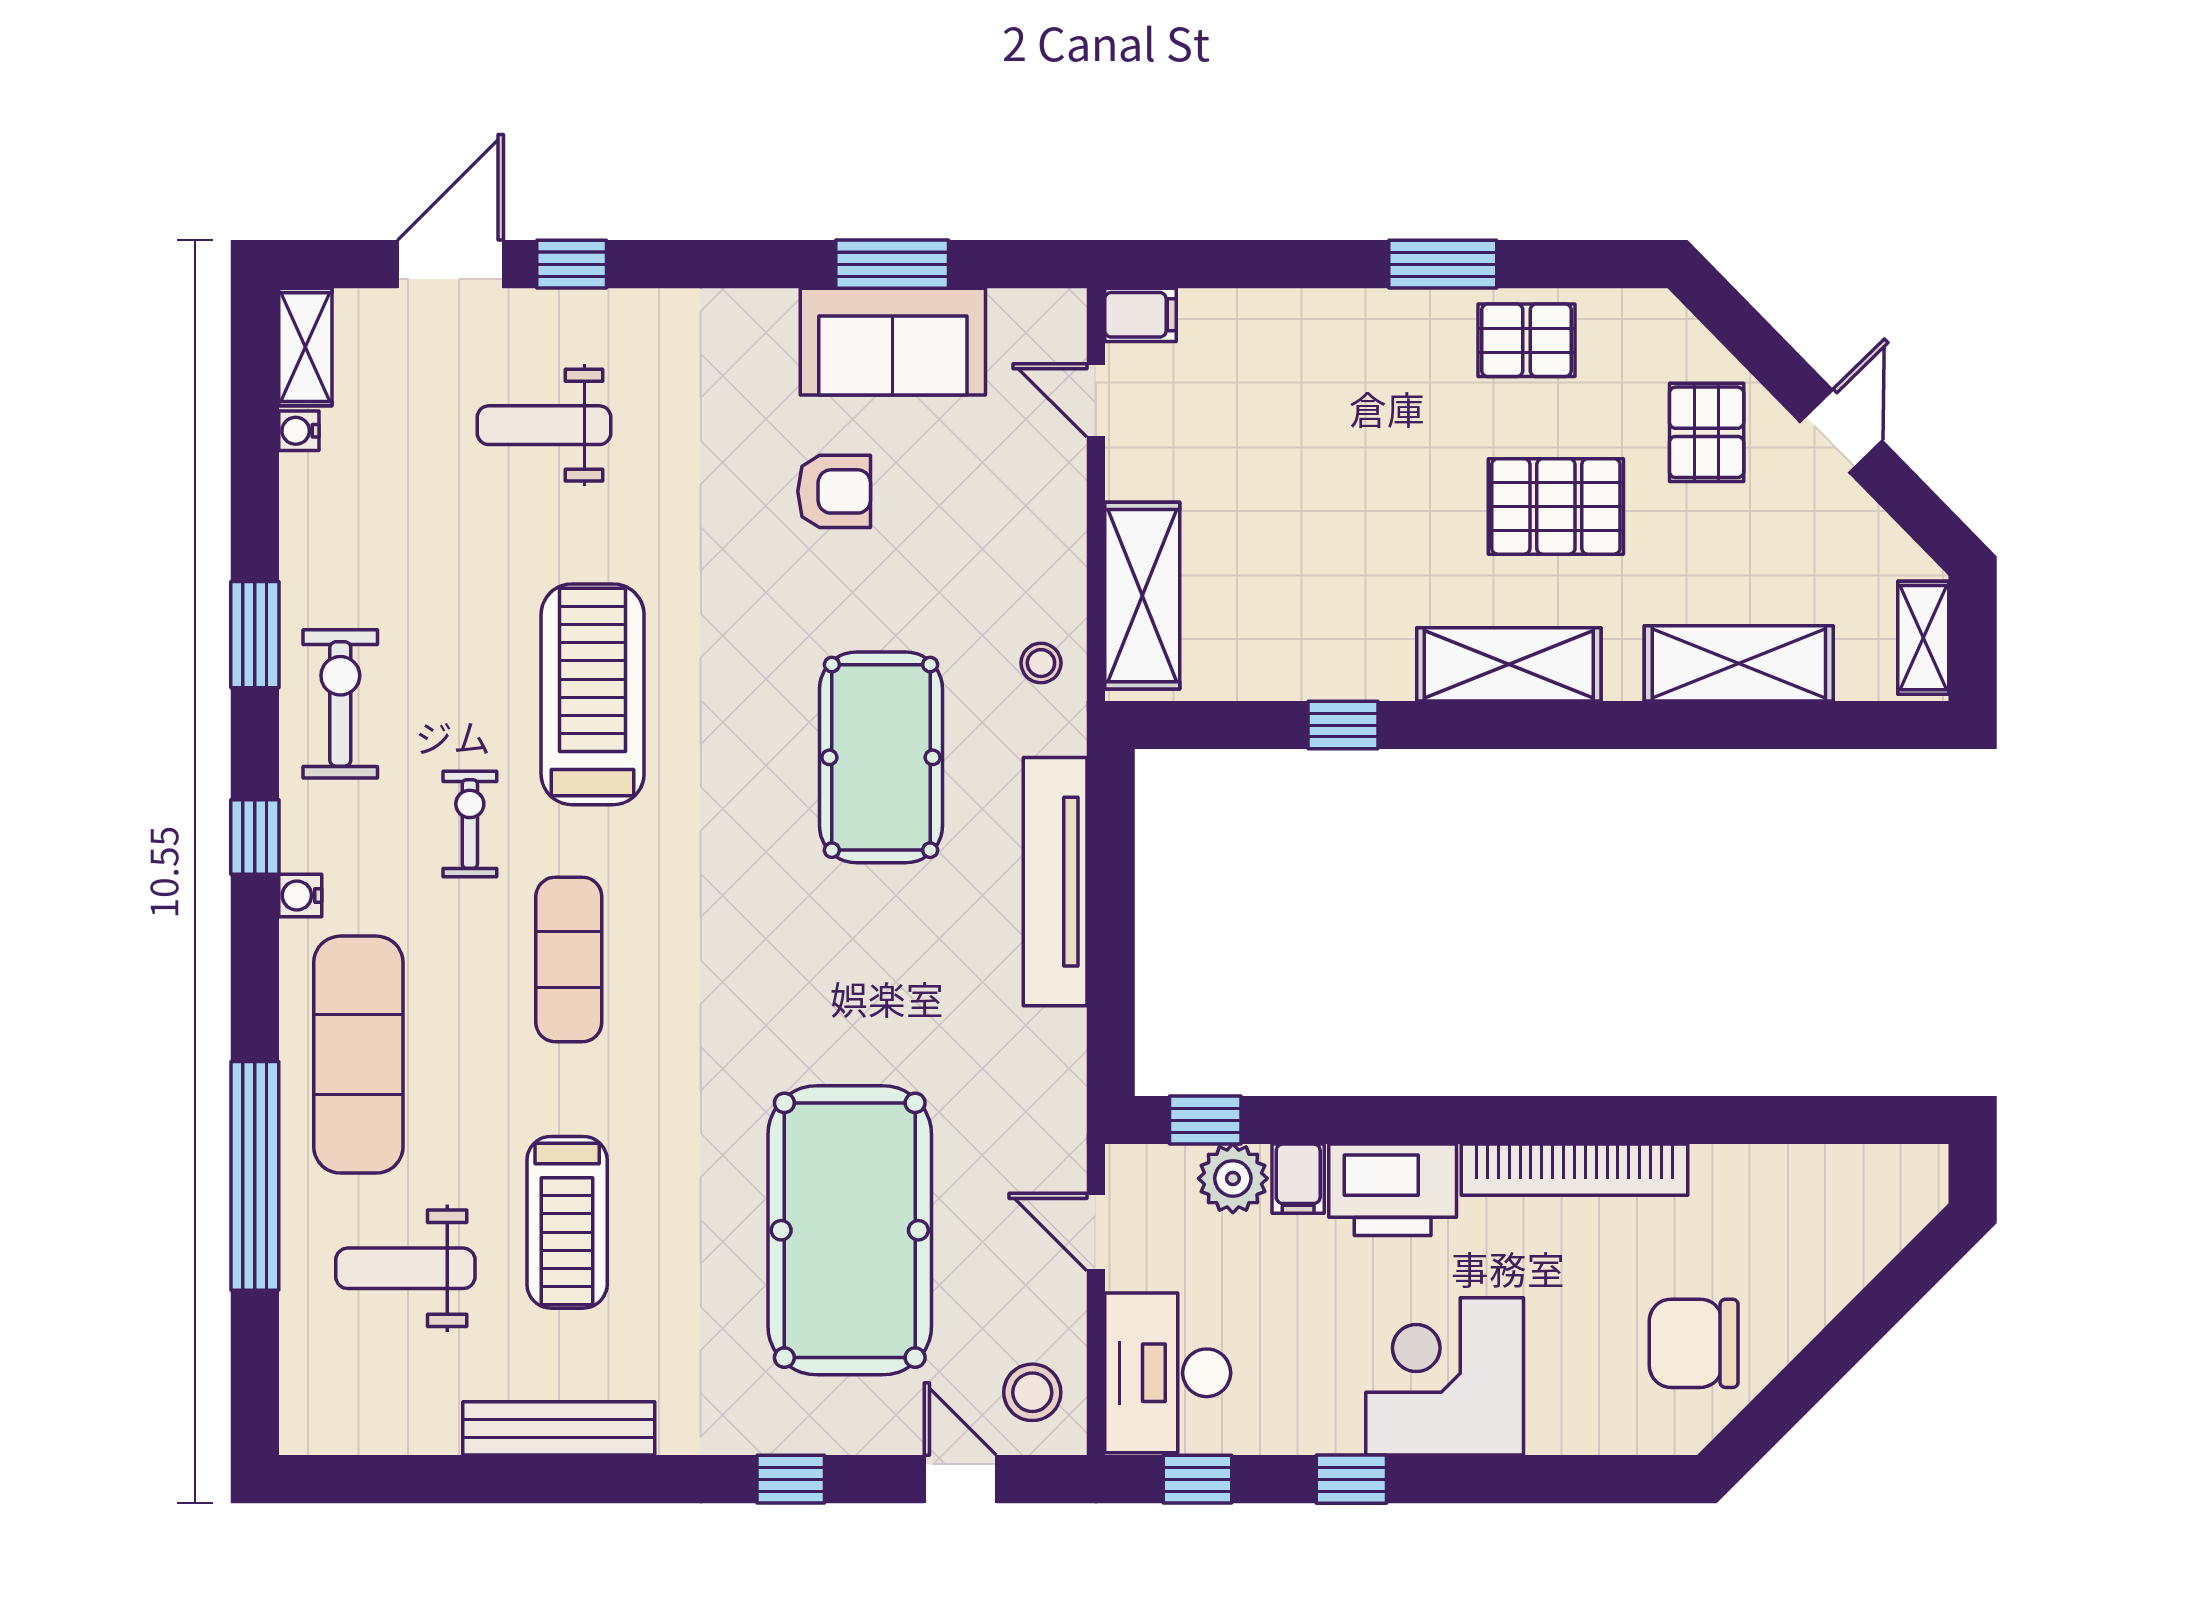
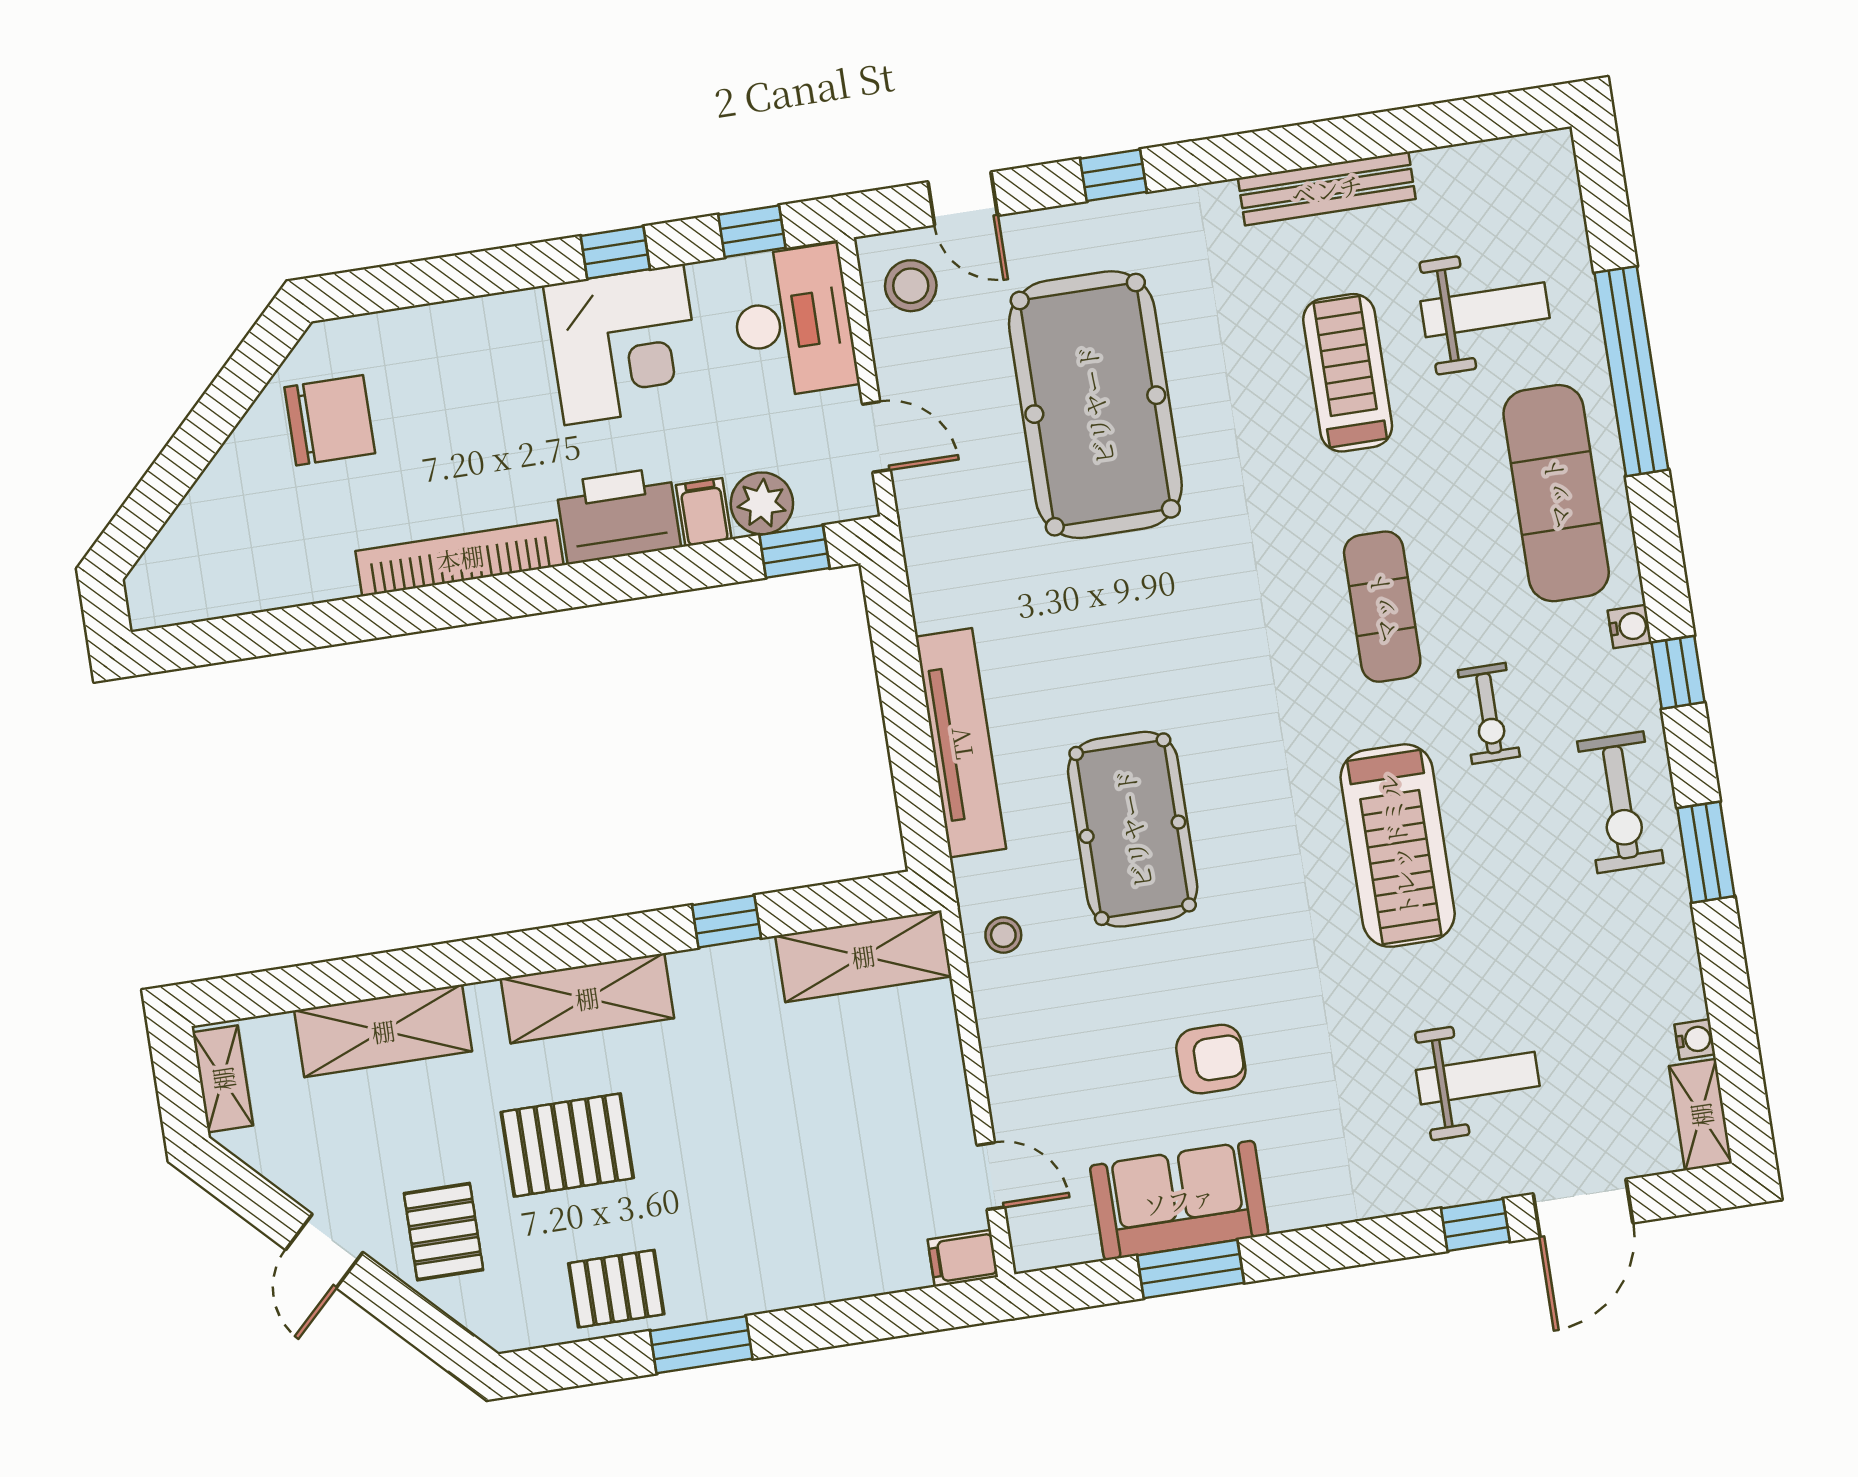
armchair: (834, 491) -> (1211, 1059), turned 180
shelving: (1142, 596) -> (863, 956), moved, turned 90
corner desk: (1445, 1376) -> (624, 345), moved

